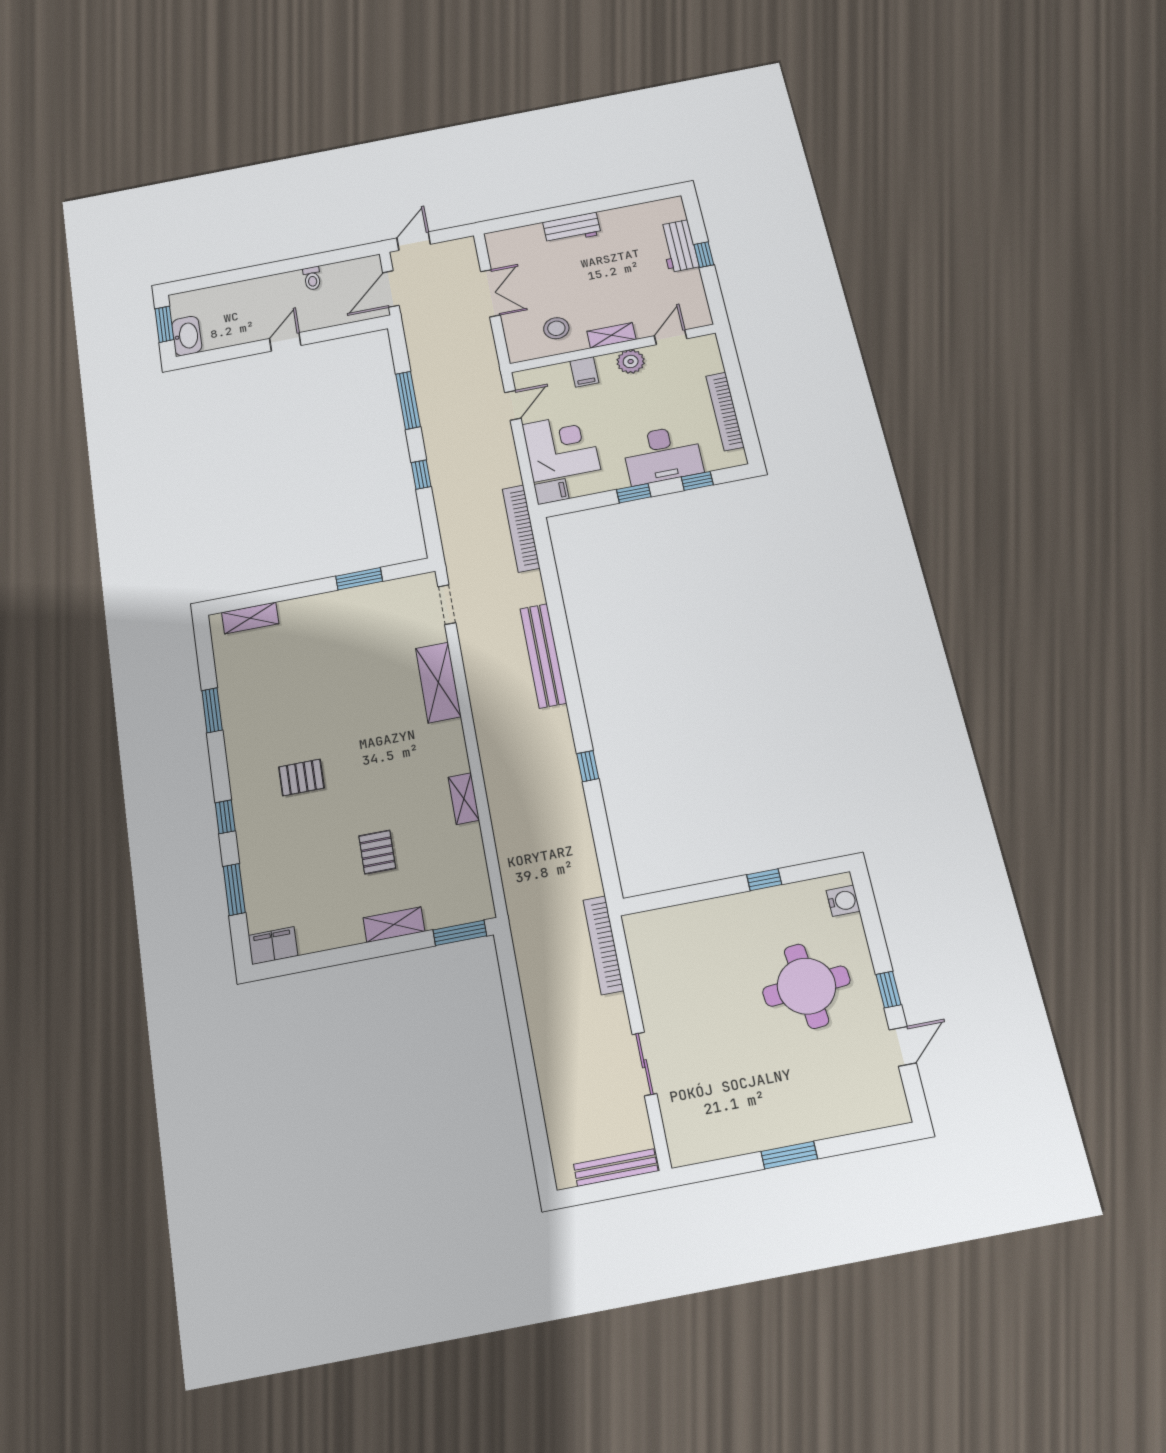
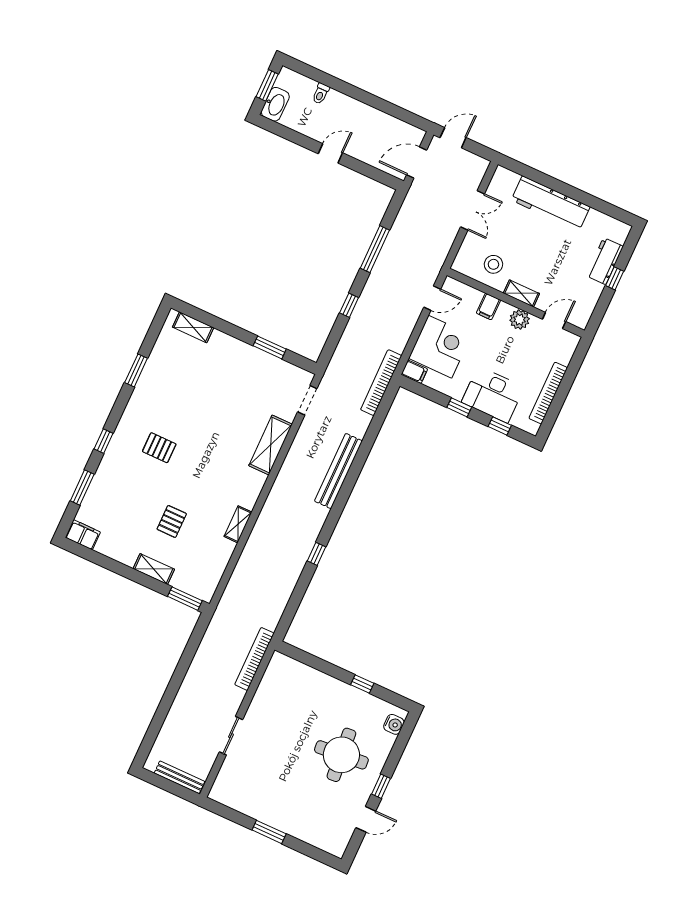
workbench: (572, 228) -> (551, 203), width x1.87, depth x1.32
toilet: (312, 278) -> (321, 94), moved

